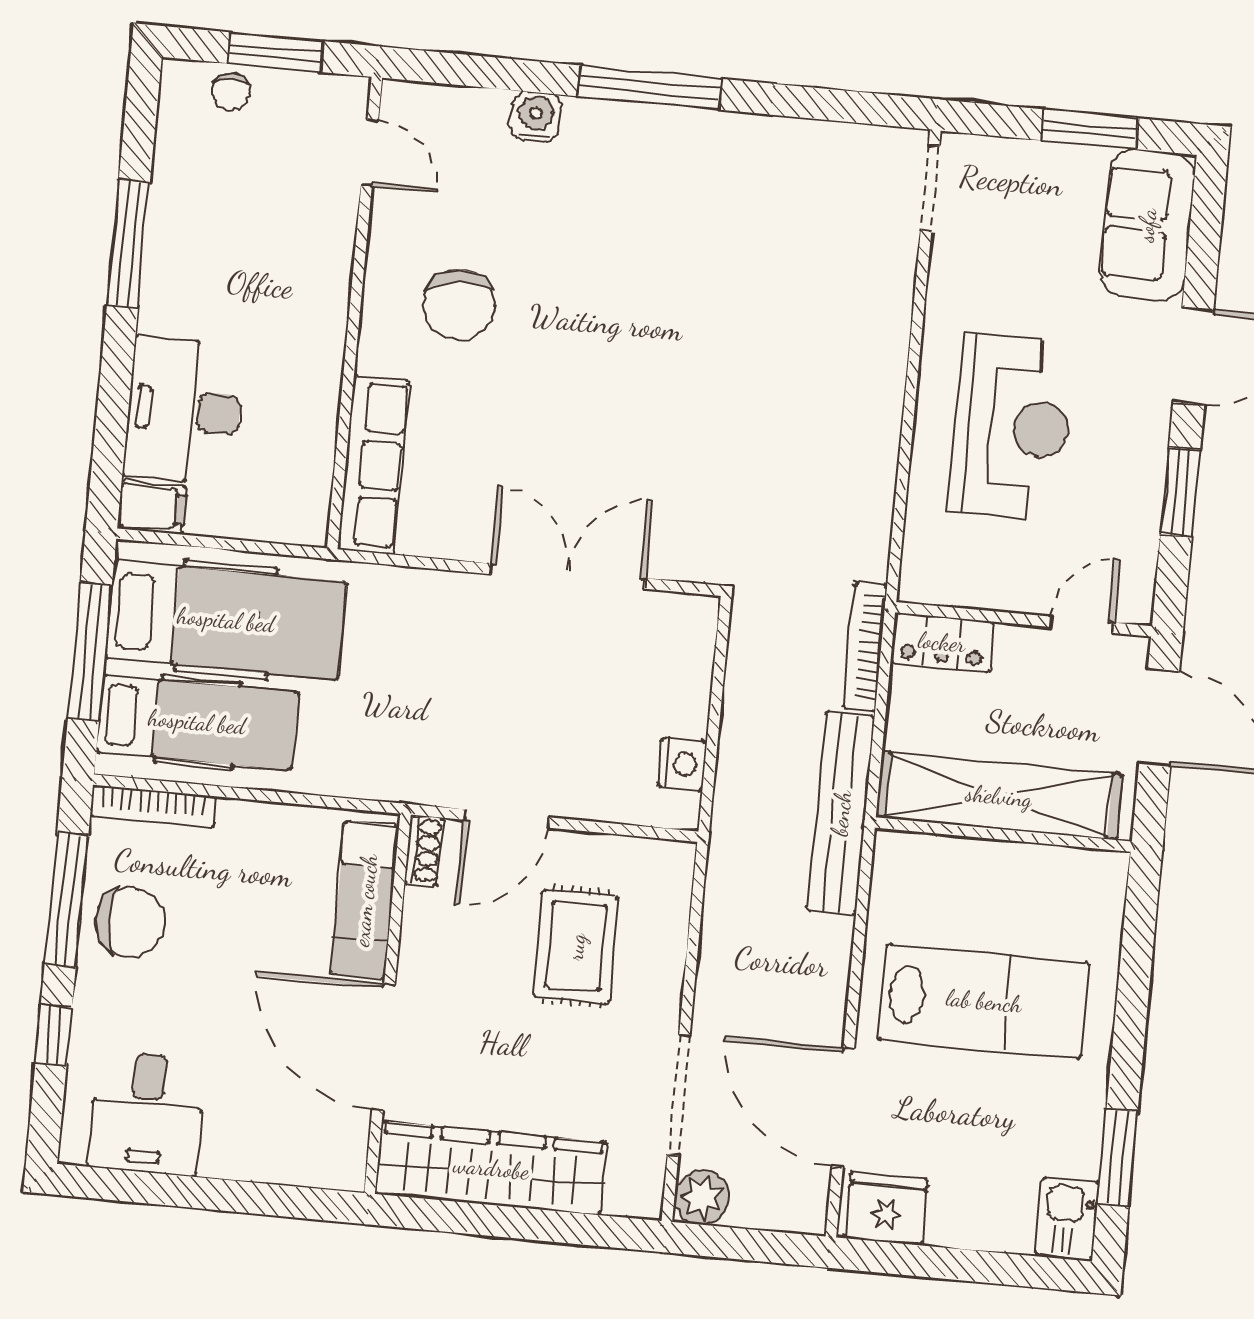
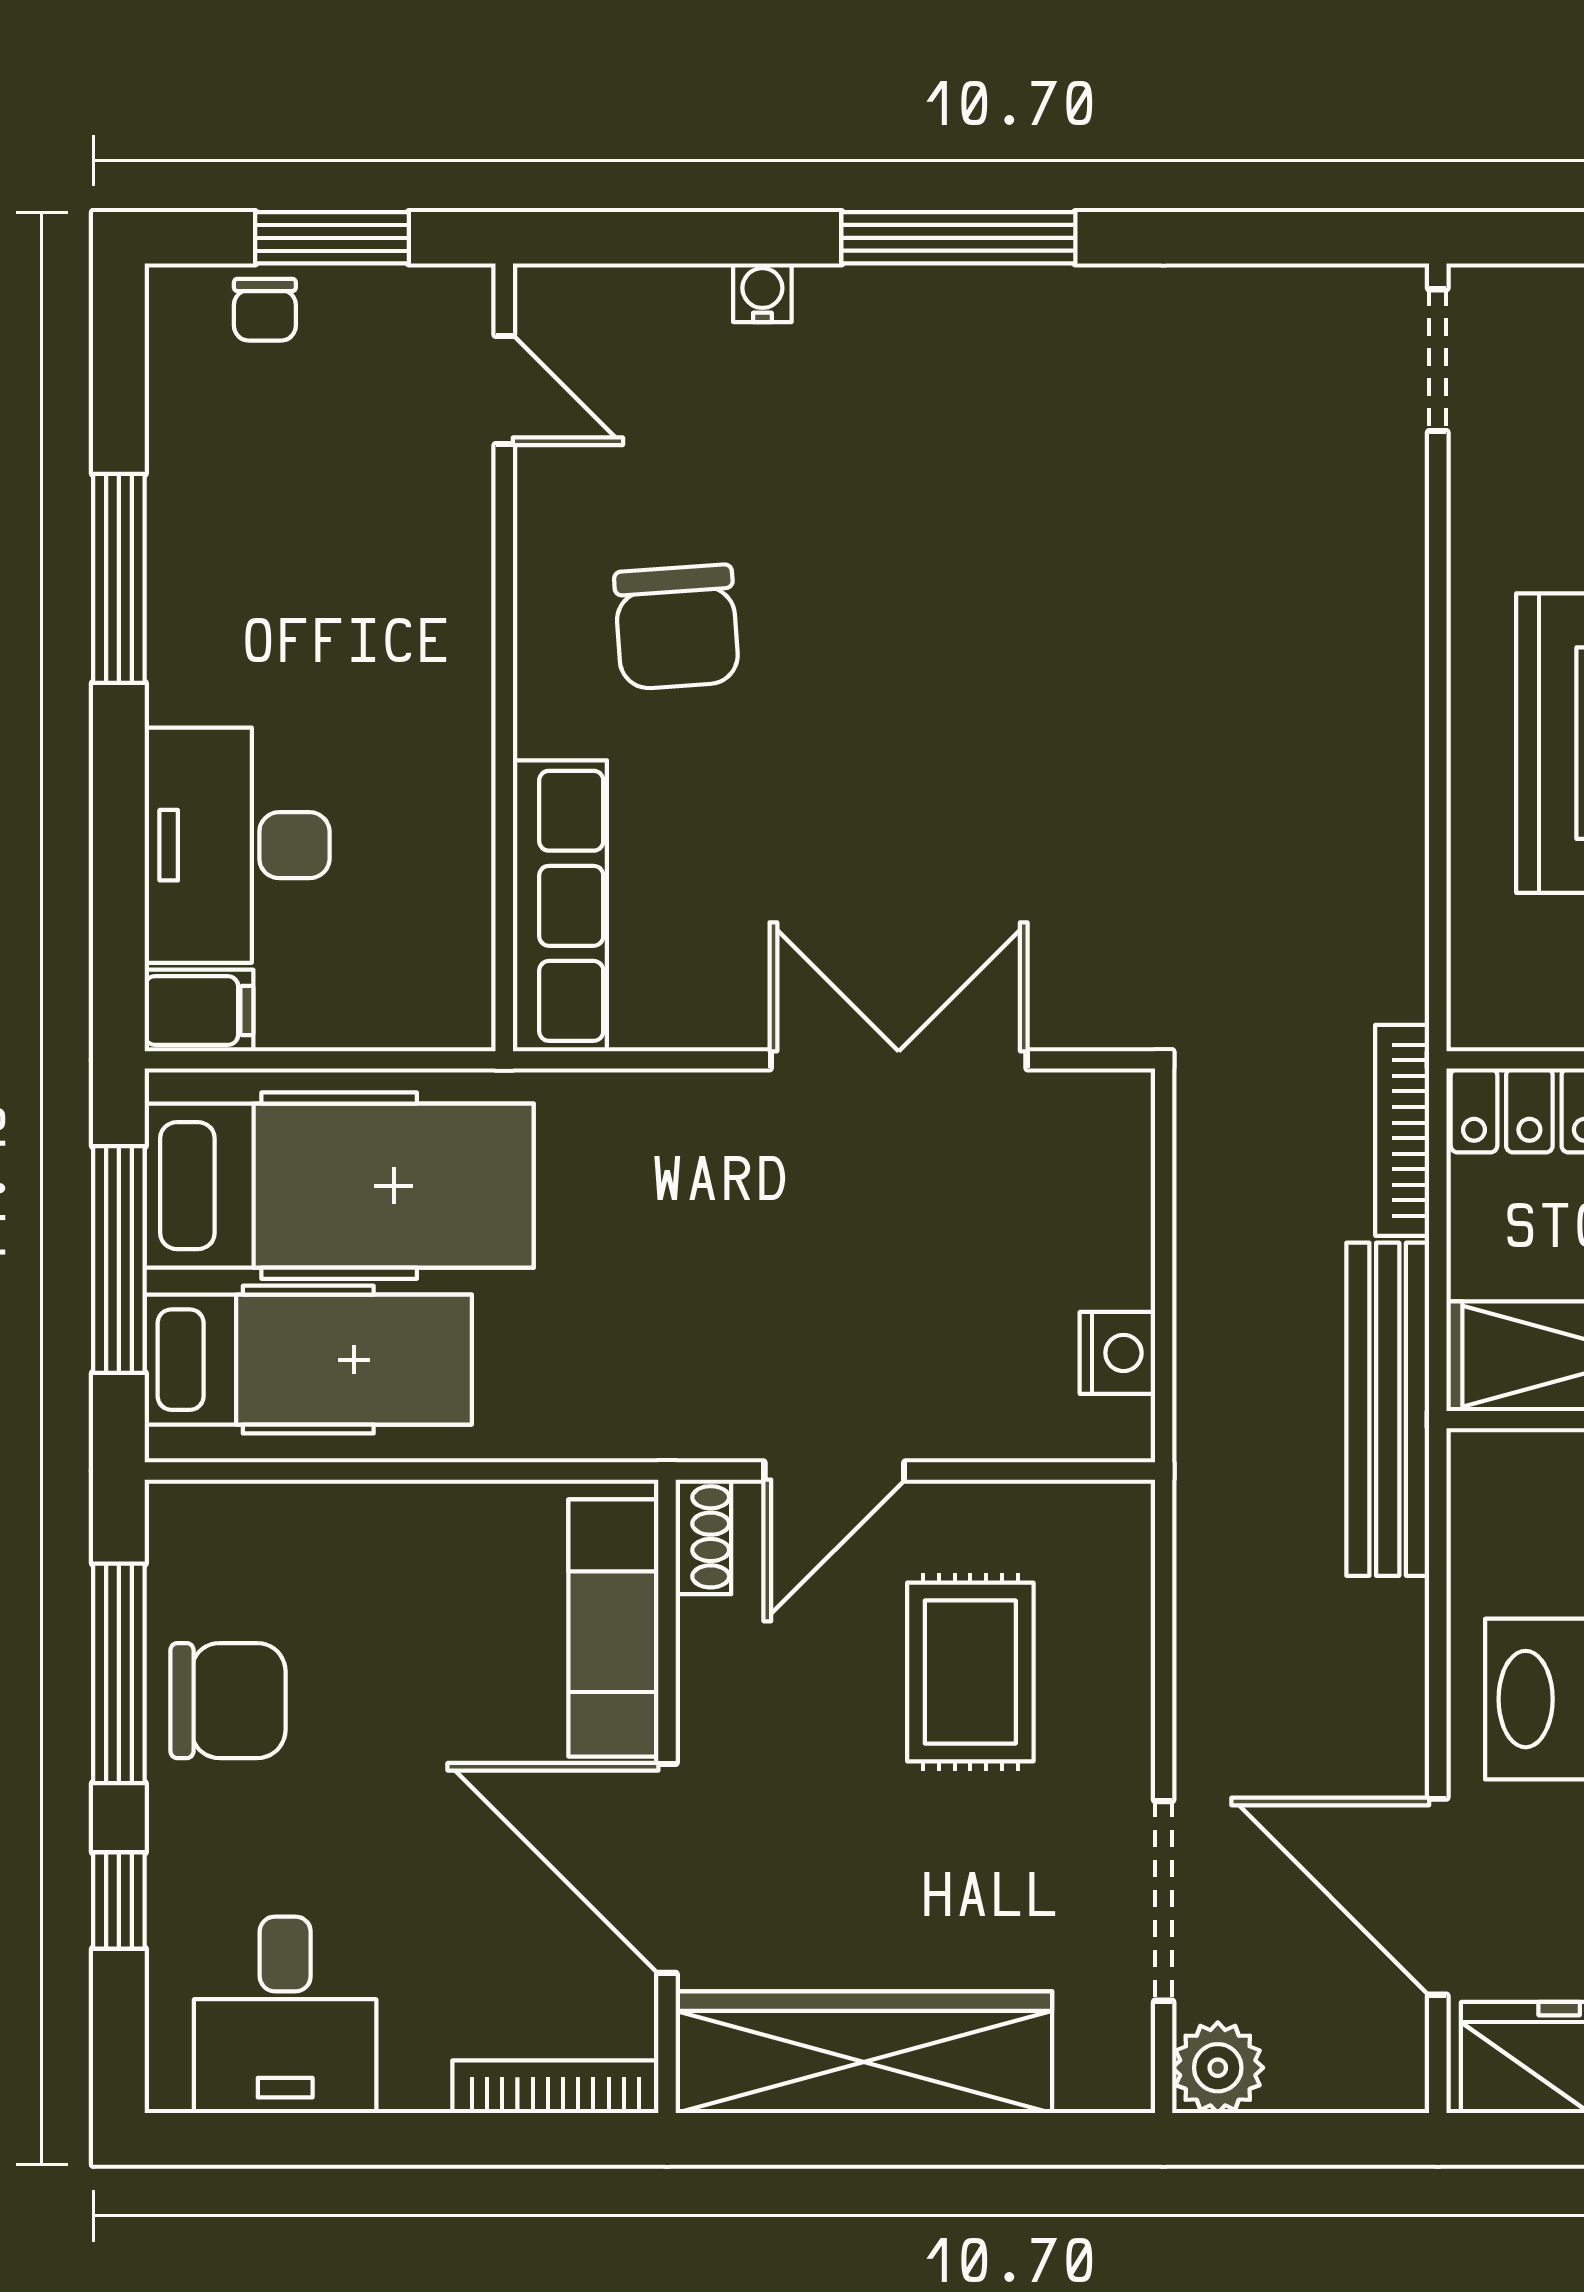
water cooler: (536, 117) -> (762, 293), width x0.72, depth x0.72
bookcase: (153, 806) -> (555, 2087), moved, turned 180

